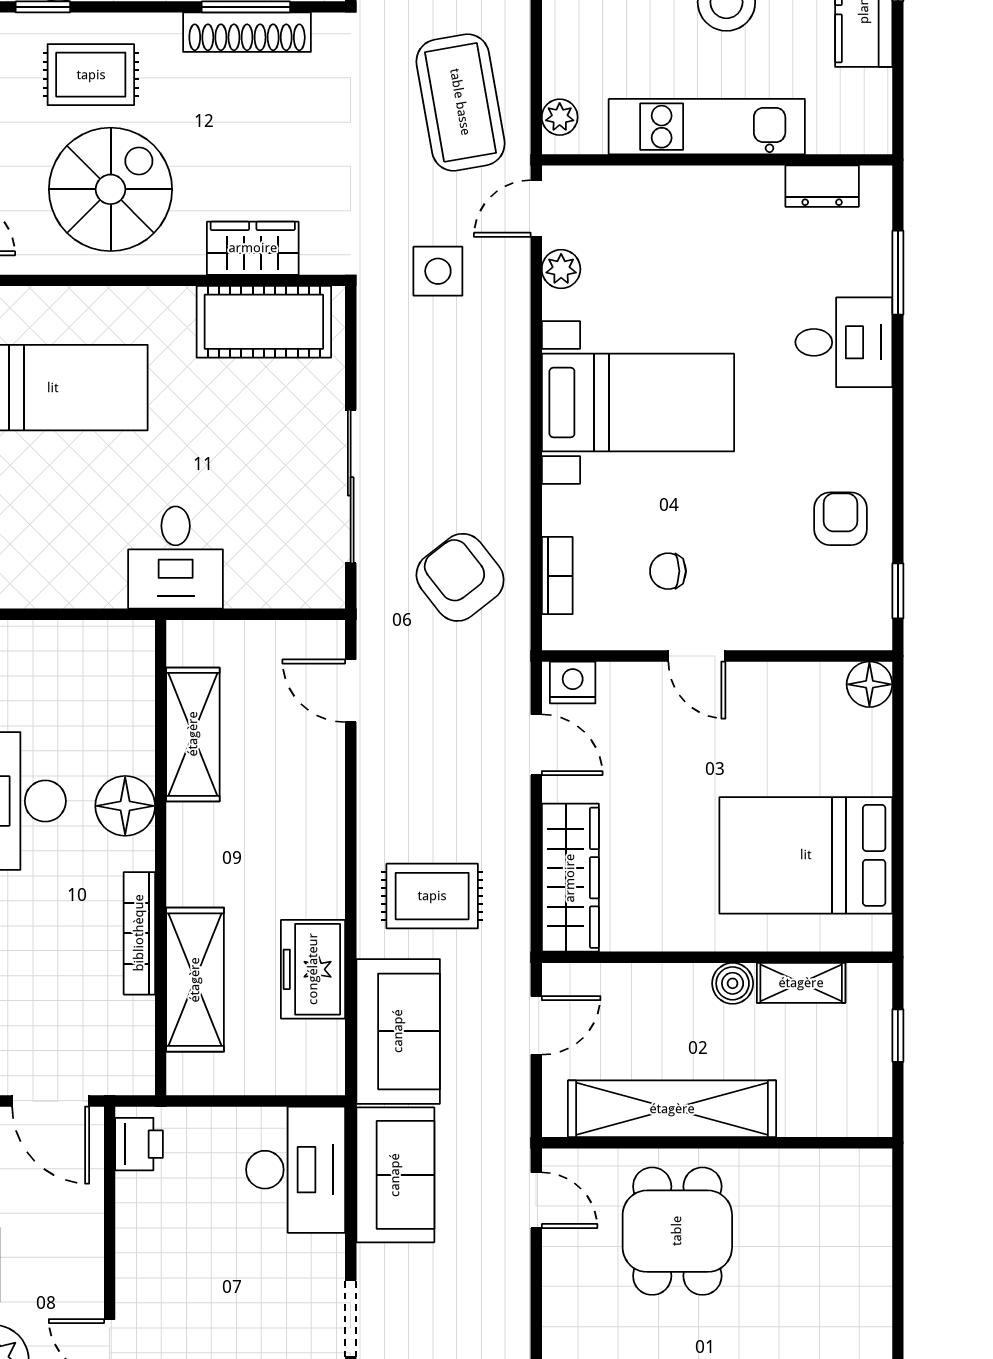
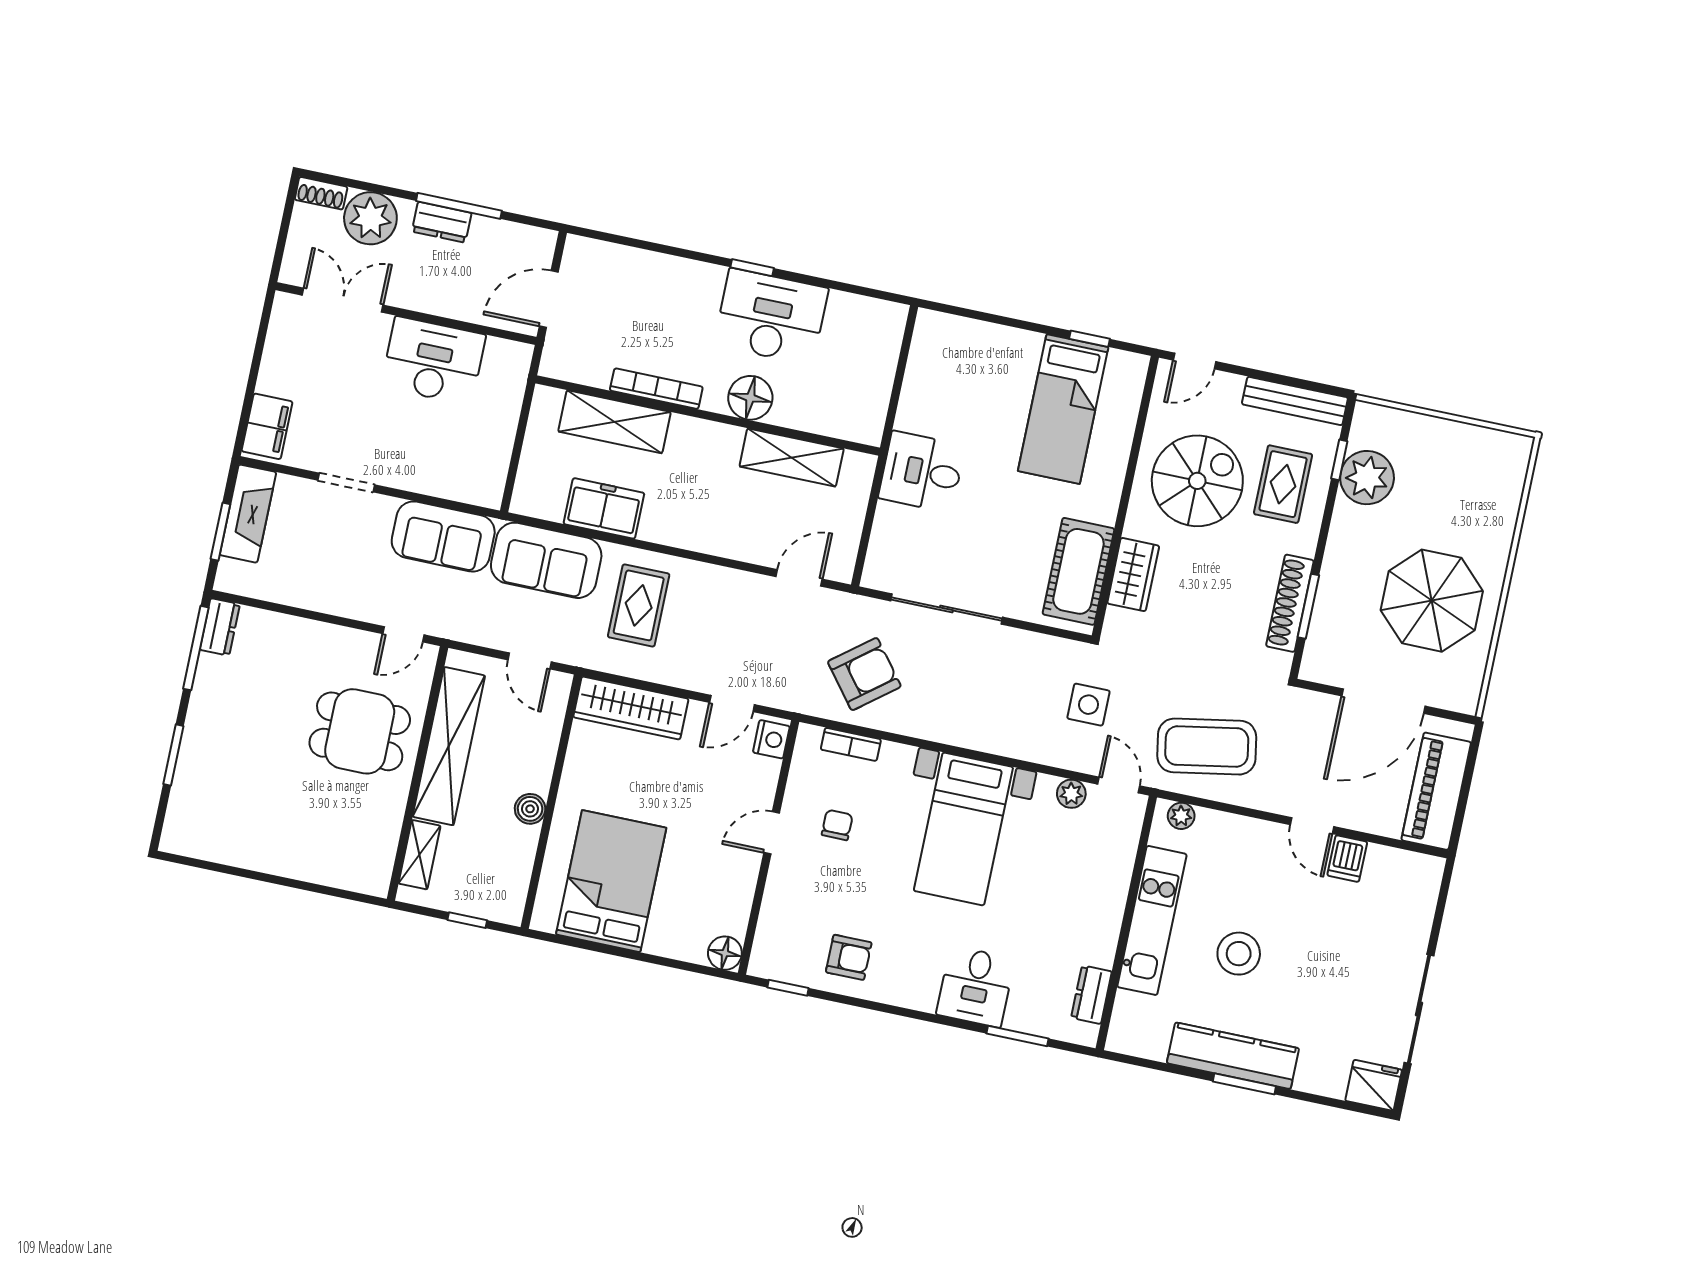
spiral stairs: (111, 189) -> (1197, 481), turned -90
shelving: (801, 983) -> (420, 855), moved
printer: (139, 1144) -> (504, 356), removed
desk: (296, 1170) -> (433, 361), moved, turned 180

